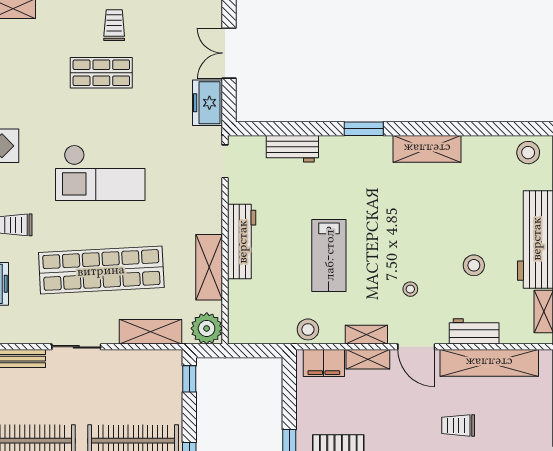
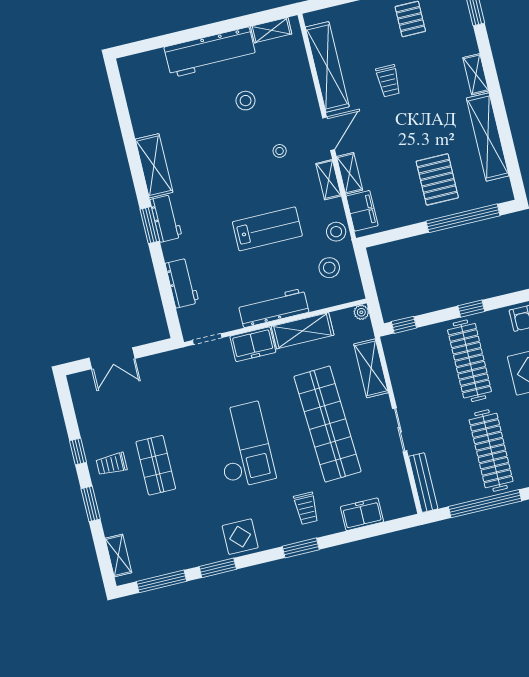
freezer: (207, 103) -> (253, 344), moved
stool: (528, 153) -> (329, 268), moved
plant: (207, 328) -> (361, 312), width x0.53, depth x0.53
workbench: (474, 331) -> (166, 218), moved, turned 180

